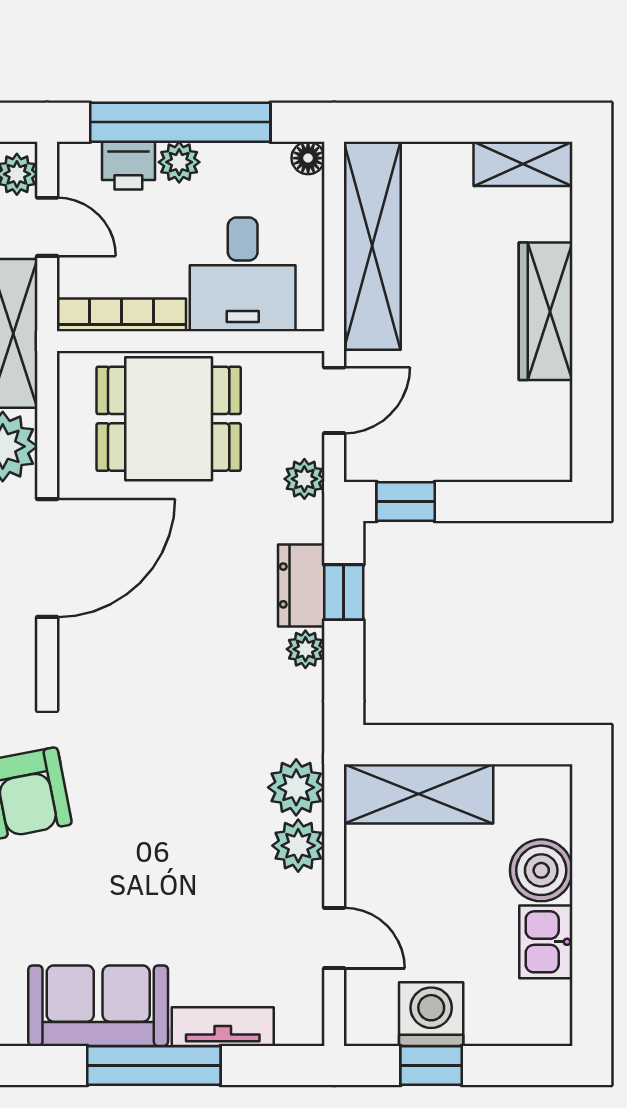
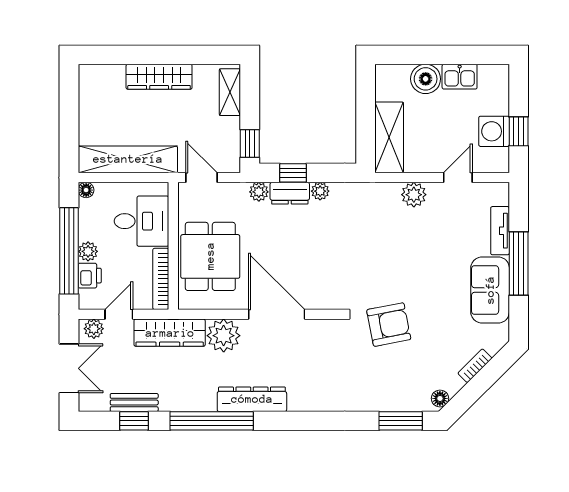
shelving: (523, 164) -> (230, 92), moved
plant: (304, 479) -> (259, 192), moved
plant: (296, 787) -> (386, 196), removed

